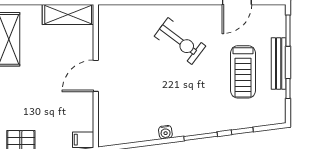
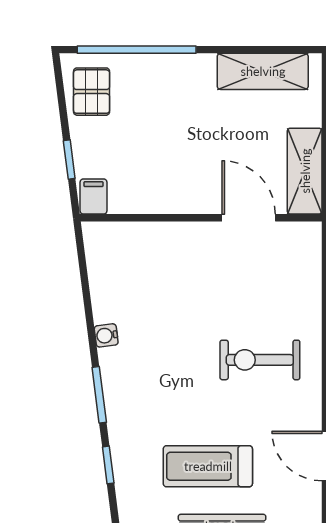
exercise bike: (180, 41) -> (260, 360), turned 53
door: (96, 76) -> (249, 218), moved

